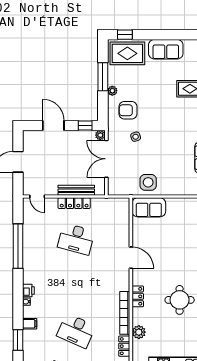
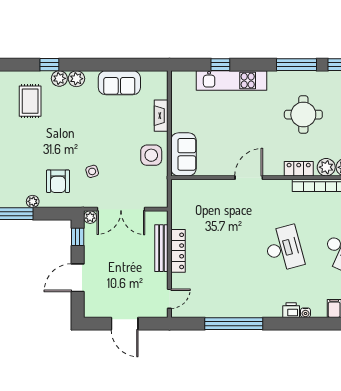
fireplace: (179, 190) -> (161, 116), added
desk: (76, 239) -> (284, 248), moved, turned -30
plant: (139, 318) -> (326, 167), added

